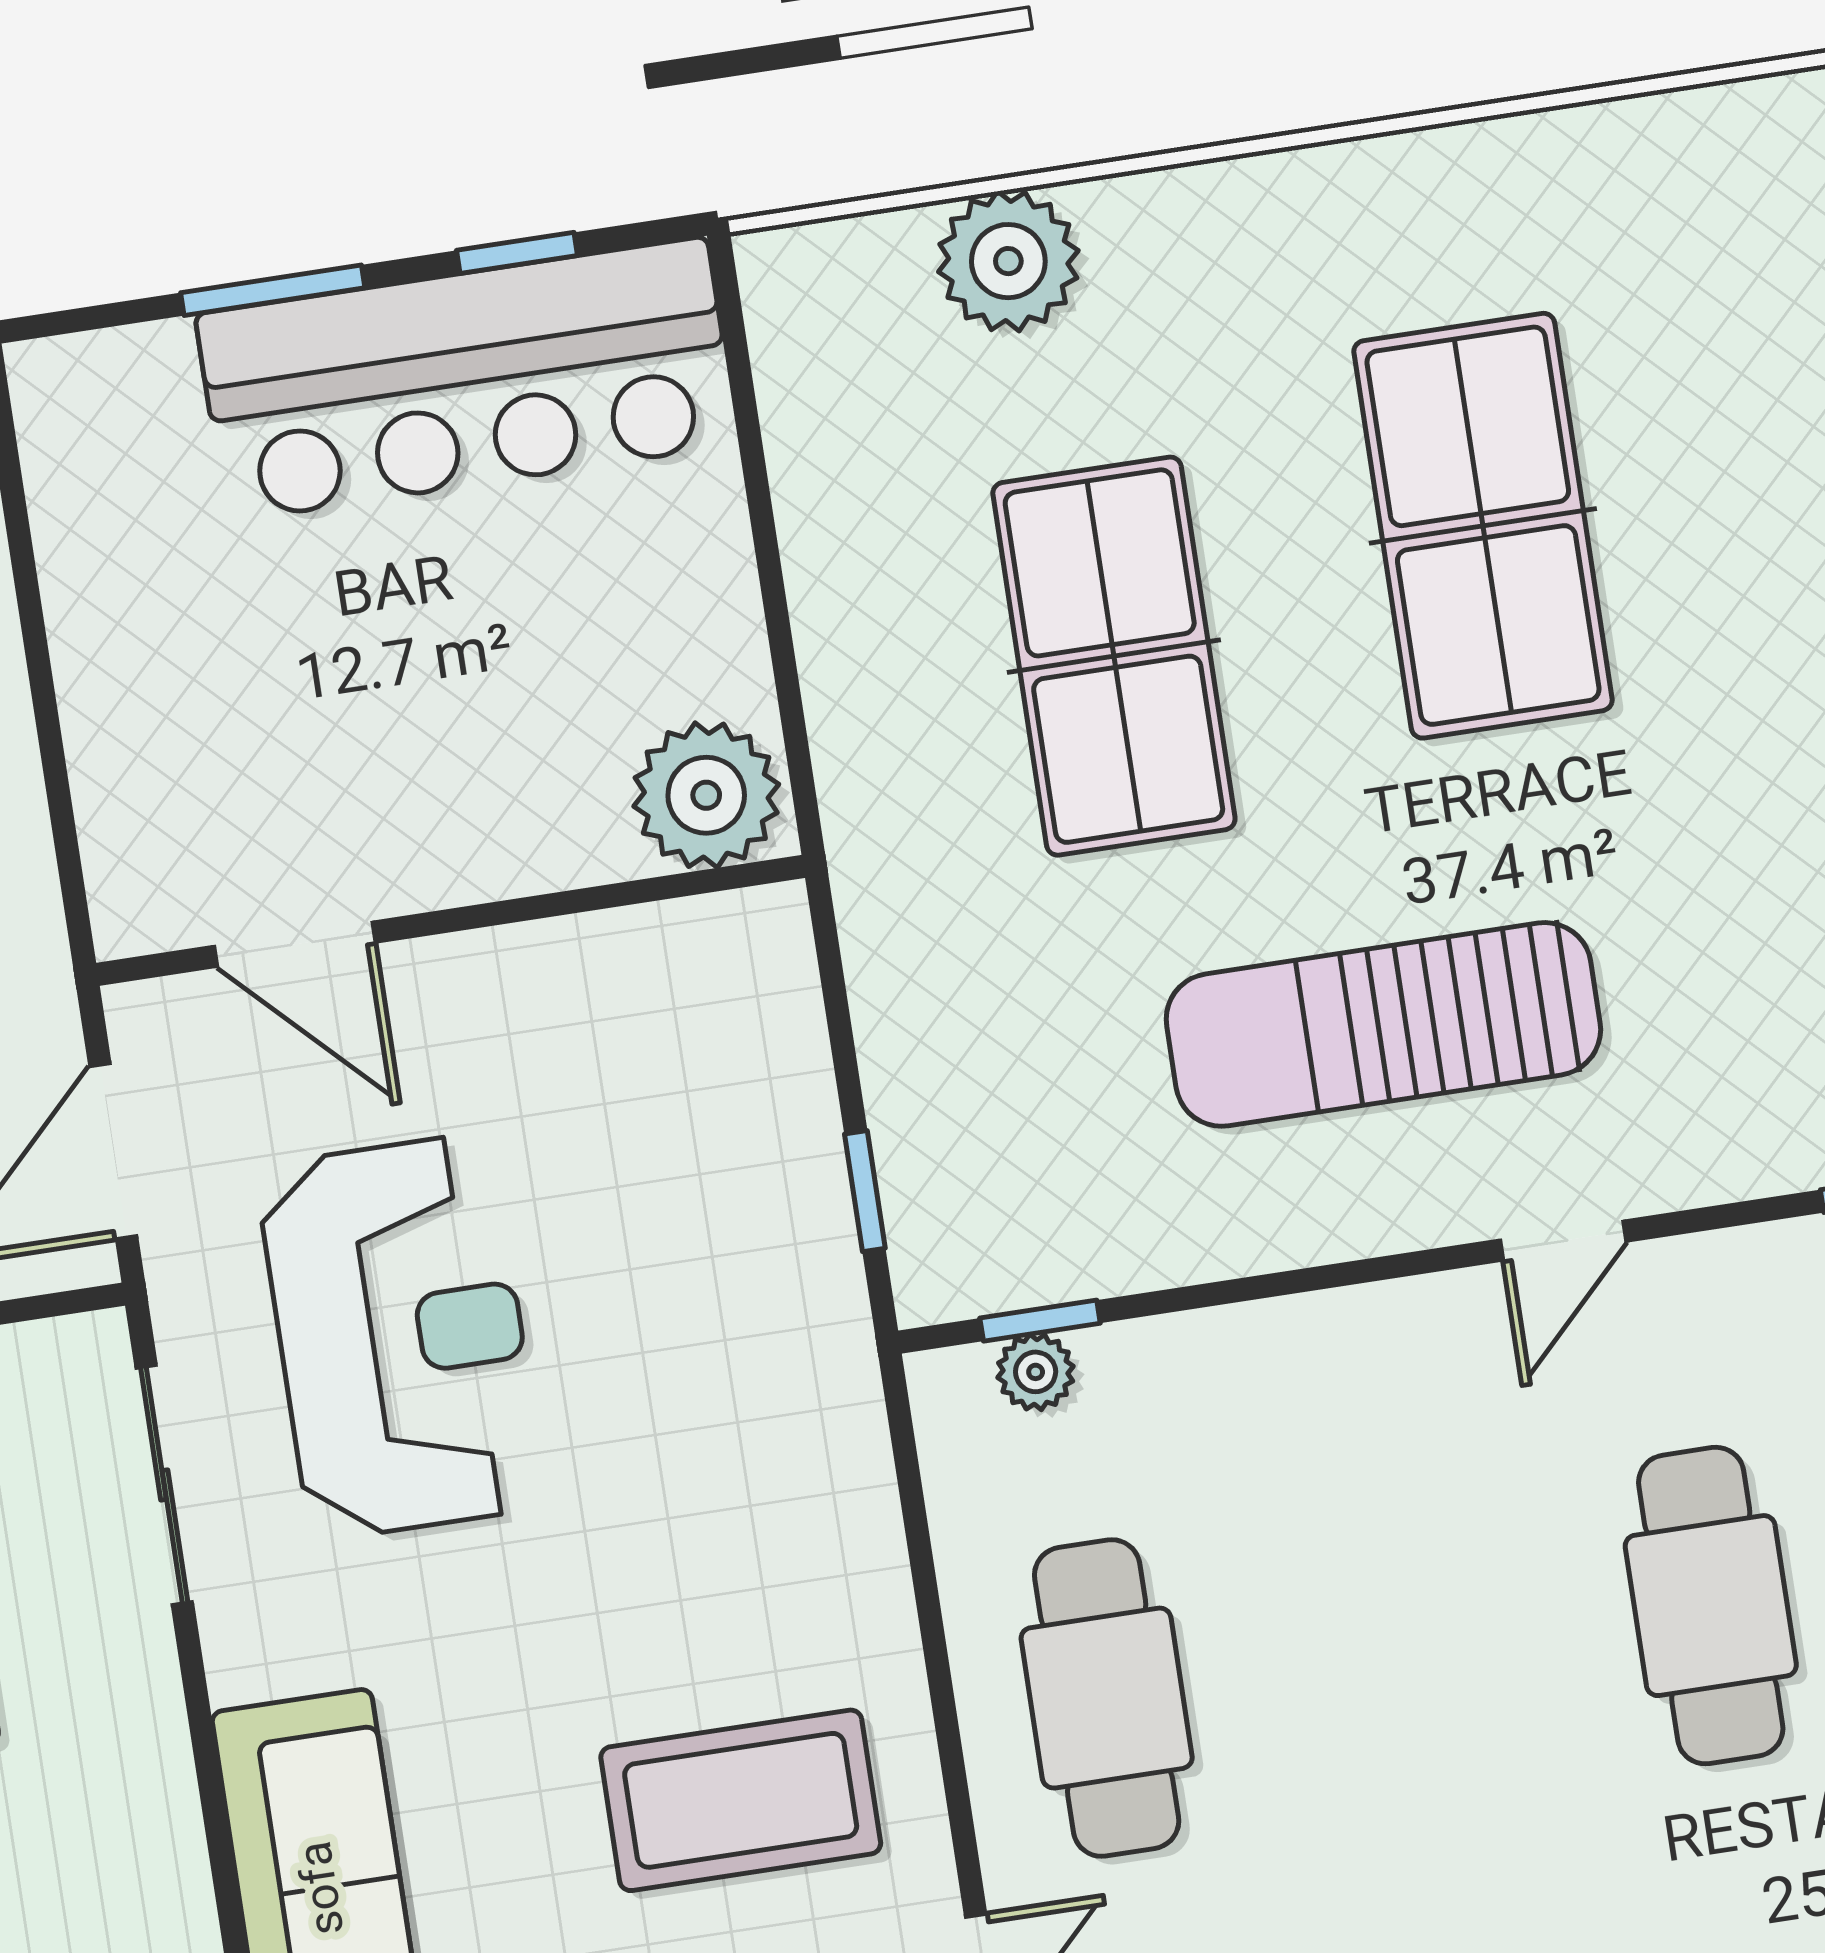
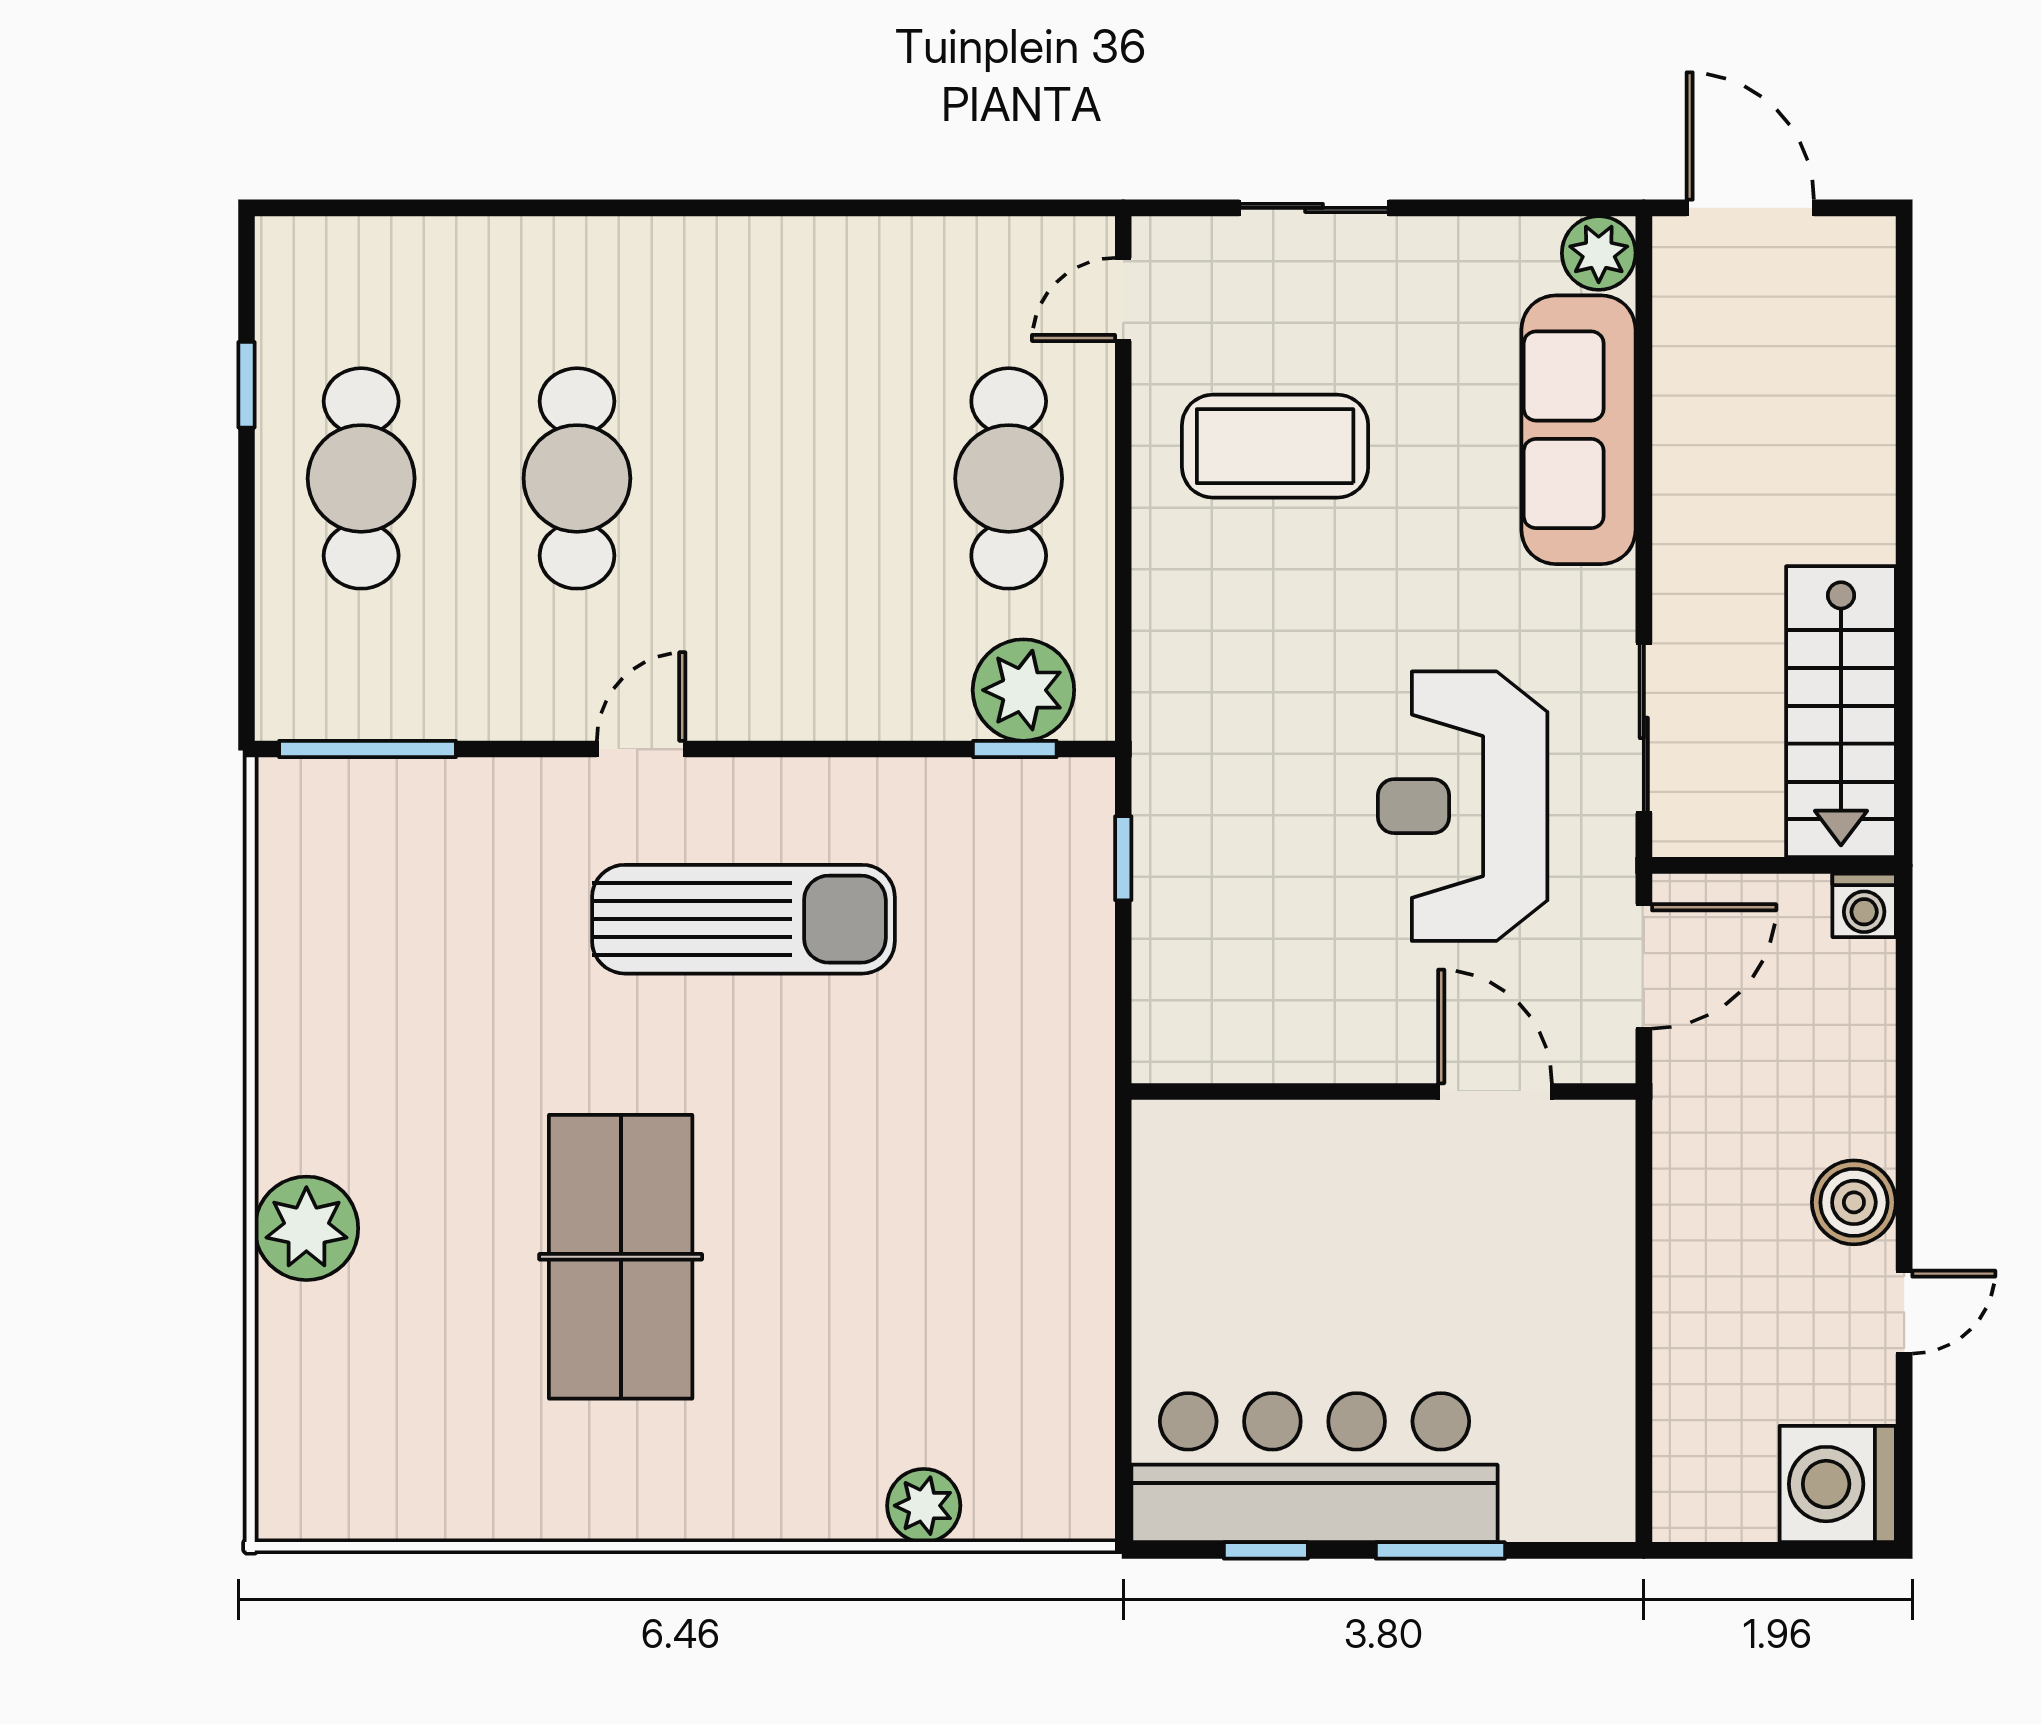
plant: (1008, 261) -> (924, 1506), width x0.73, depth x0.73
table tennis table: (1114, 656) -> (892, 1205), removed
plant: (706, 795) -> (1192, 1152), removed
plant: (1036, 1372) -> (1023, 690), width x1.88, depth x1.88

